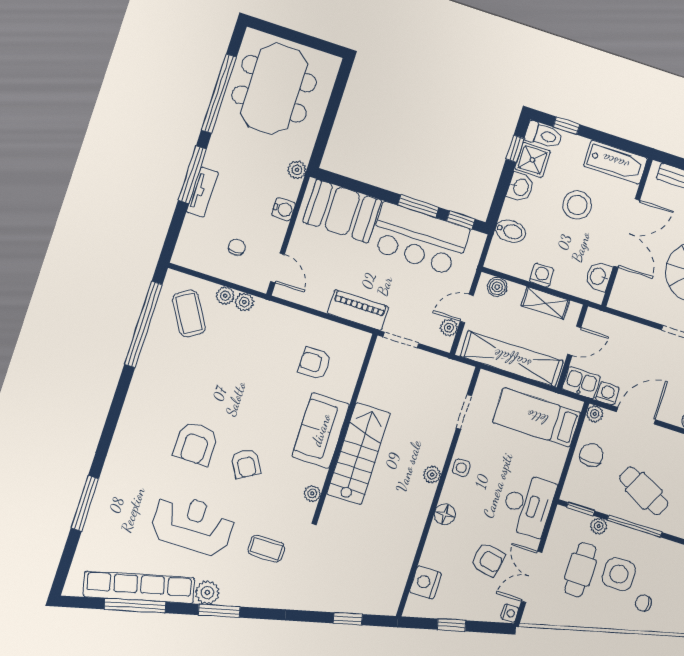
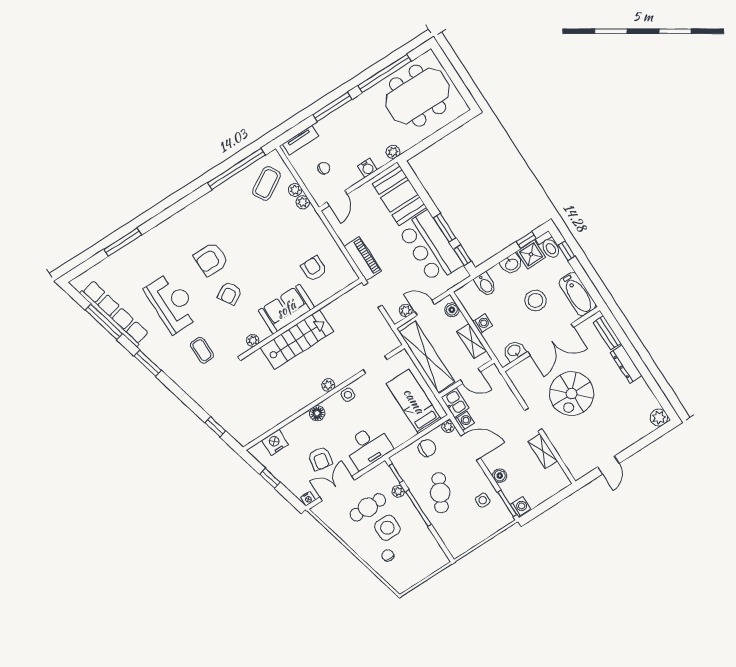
tv unit: (202, 192) -> (301, 140), moved
plant: (207, 593) -> (149, 348), removed

